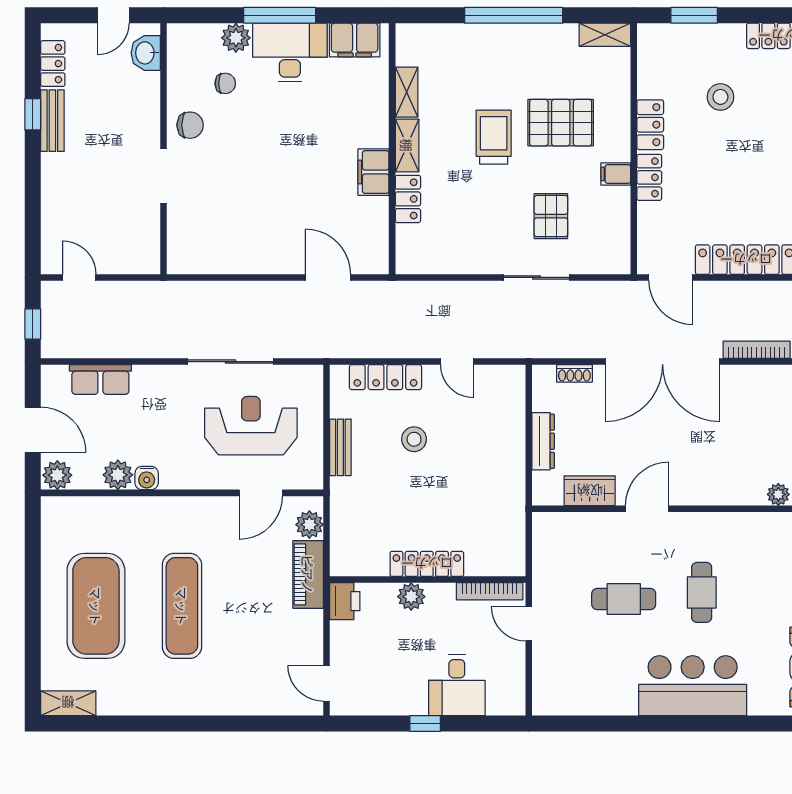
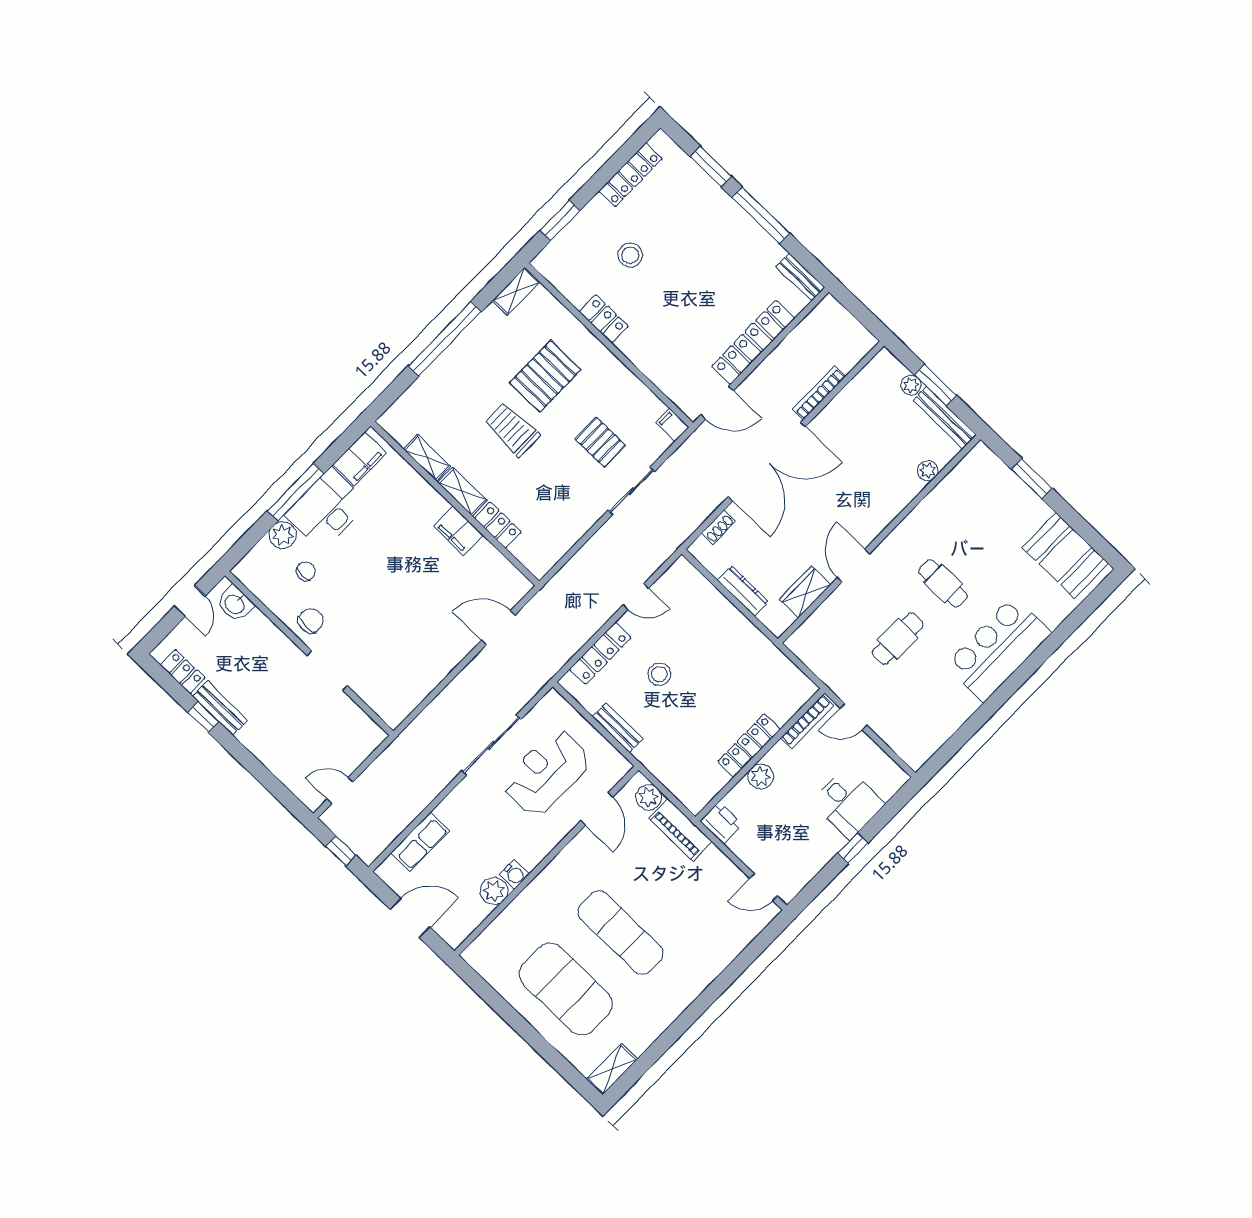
filing cabinet: (616, 174) -> (672, 425), moved, turned 90
locker: (649, 177) -> (638, 353), removed
plant: (57, 475) -> (455, 931), removed

